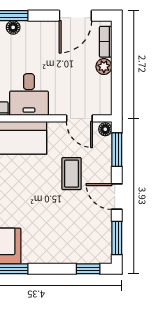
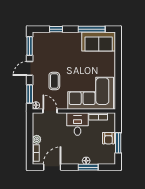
door: (117, 197) -> (30, 68), swing flipped
window: (88, 269) -> (56, 29), moved

